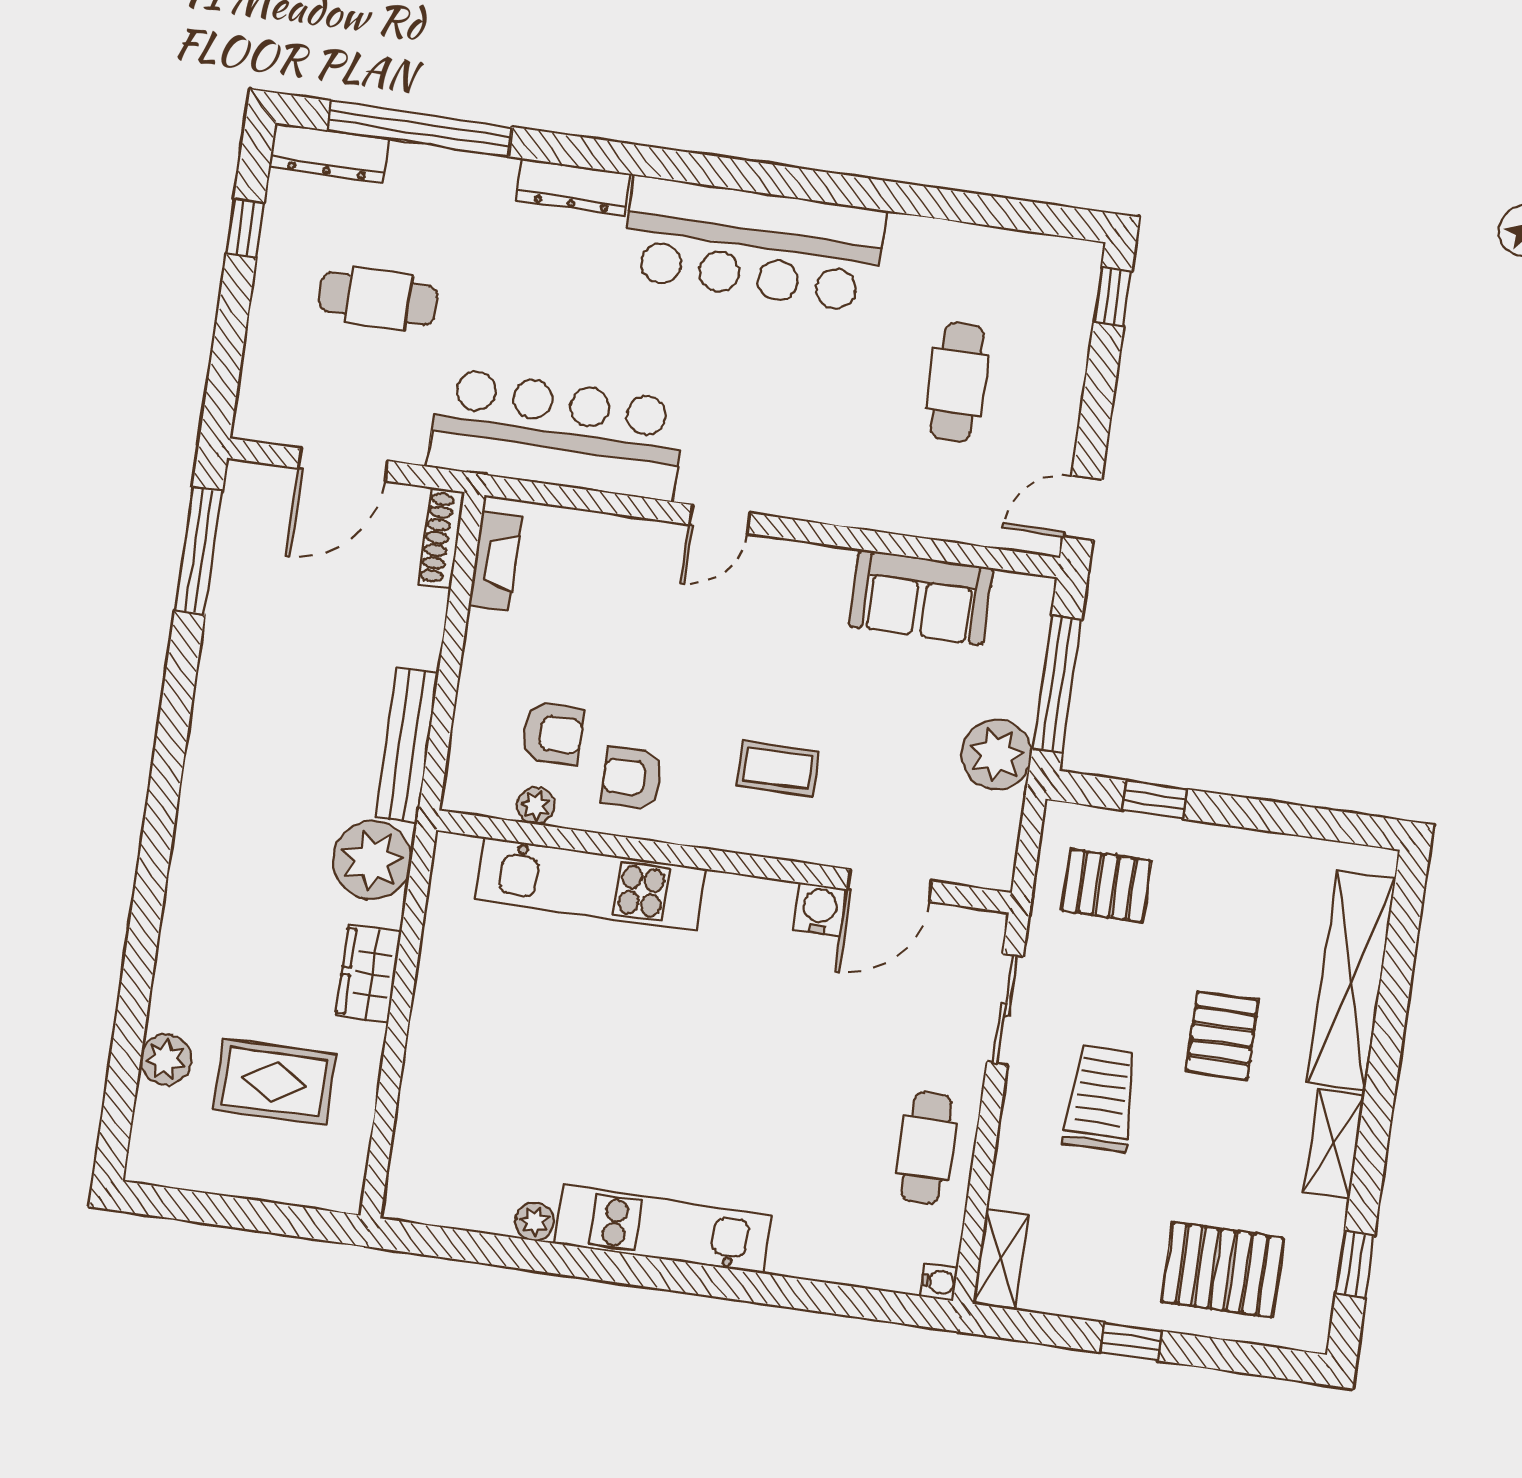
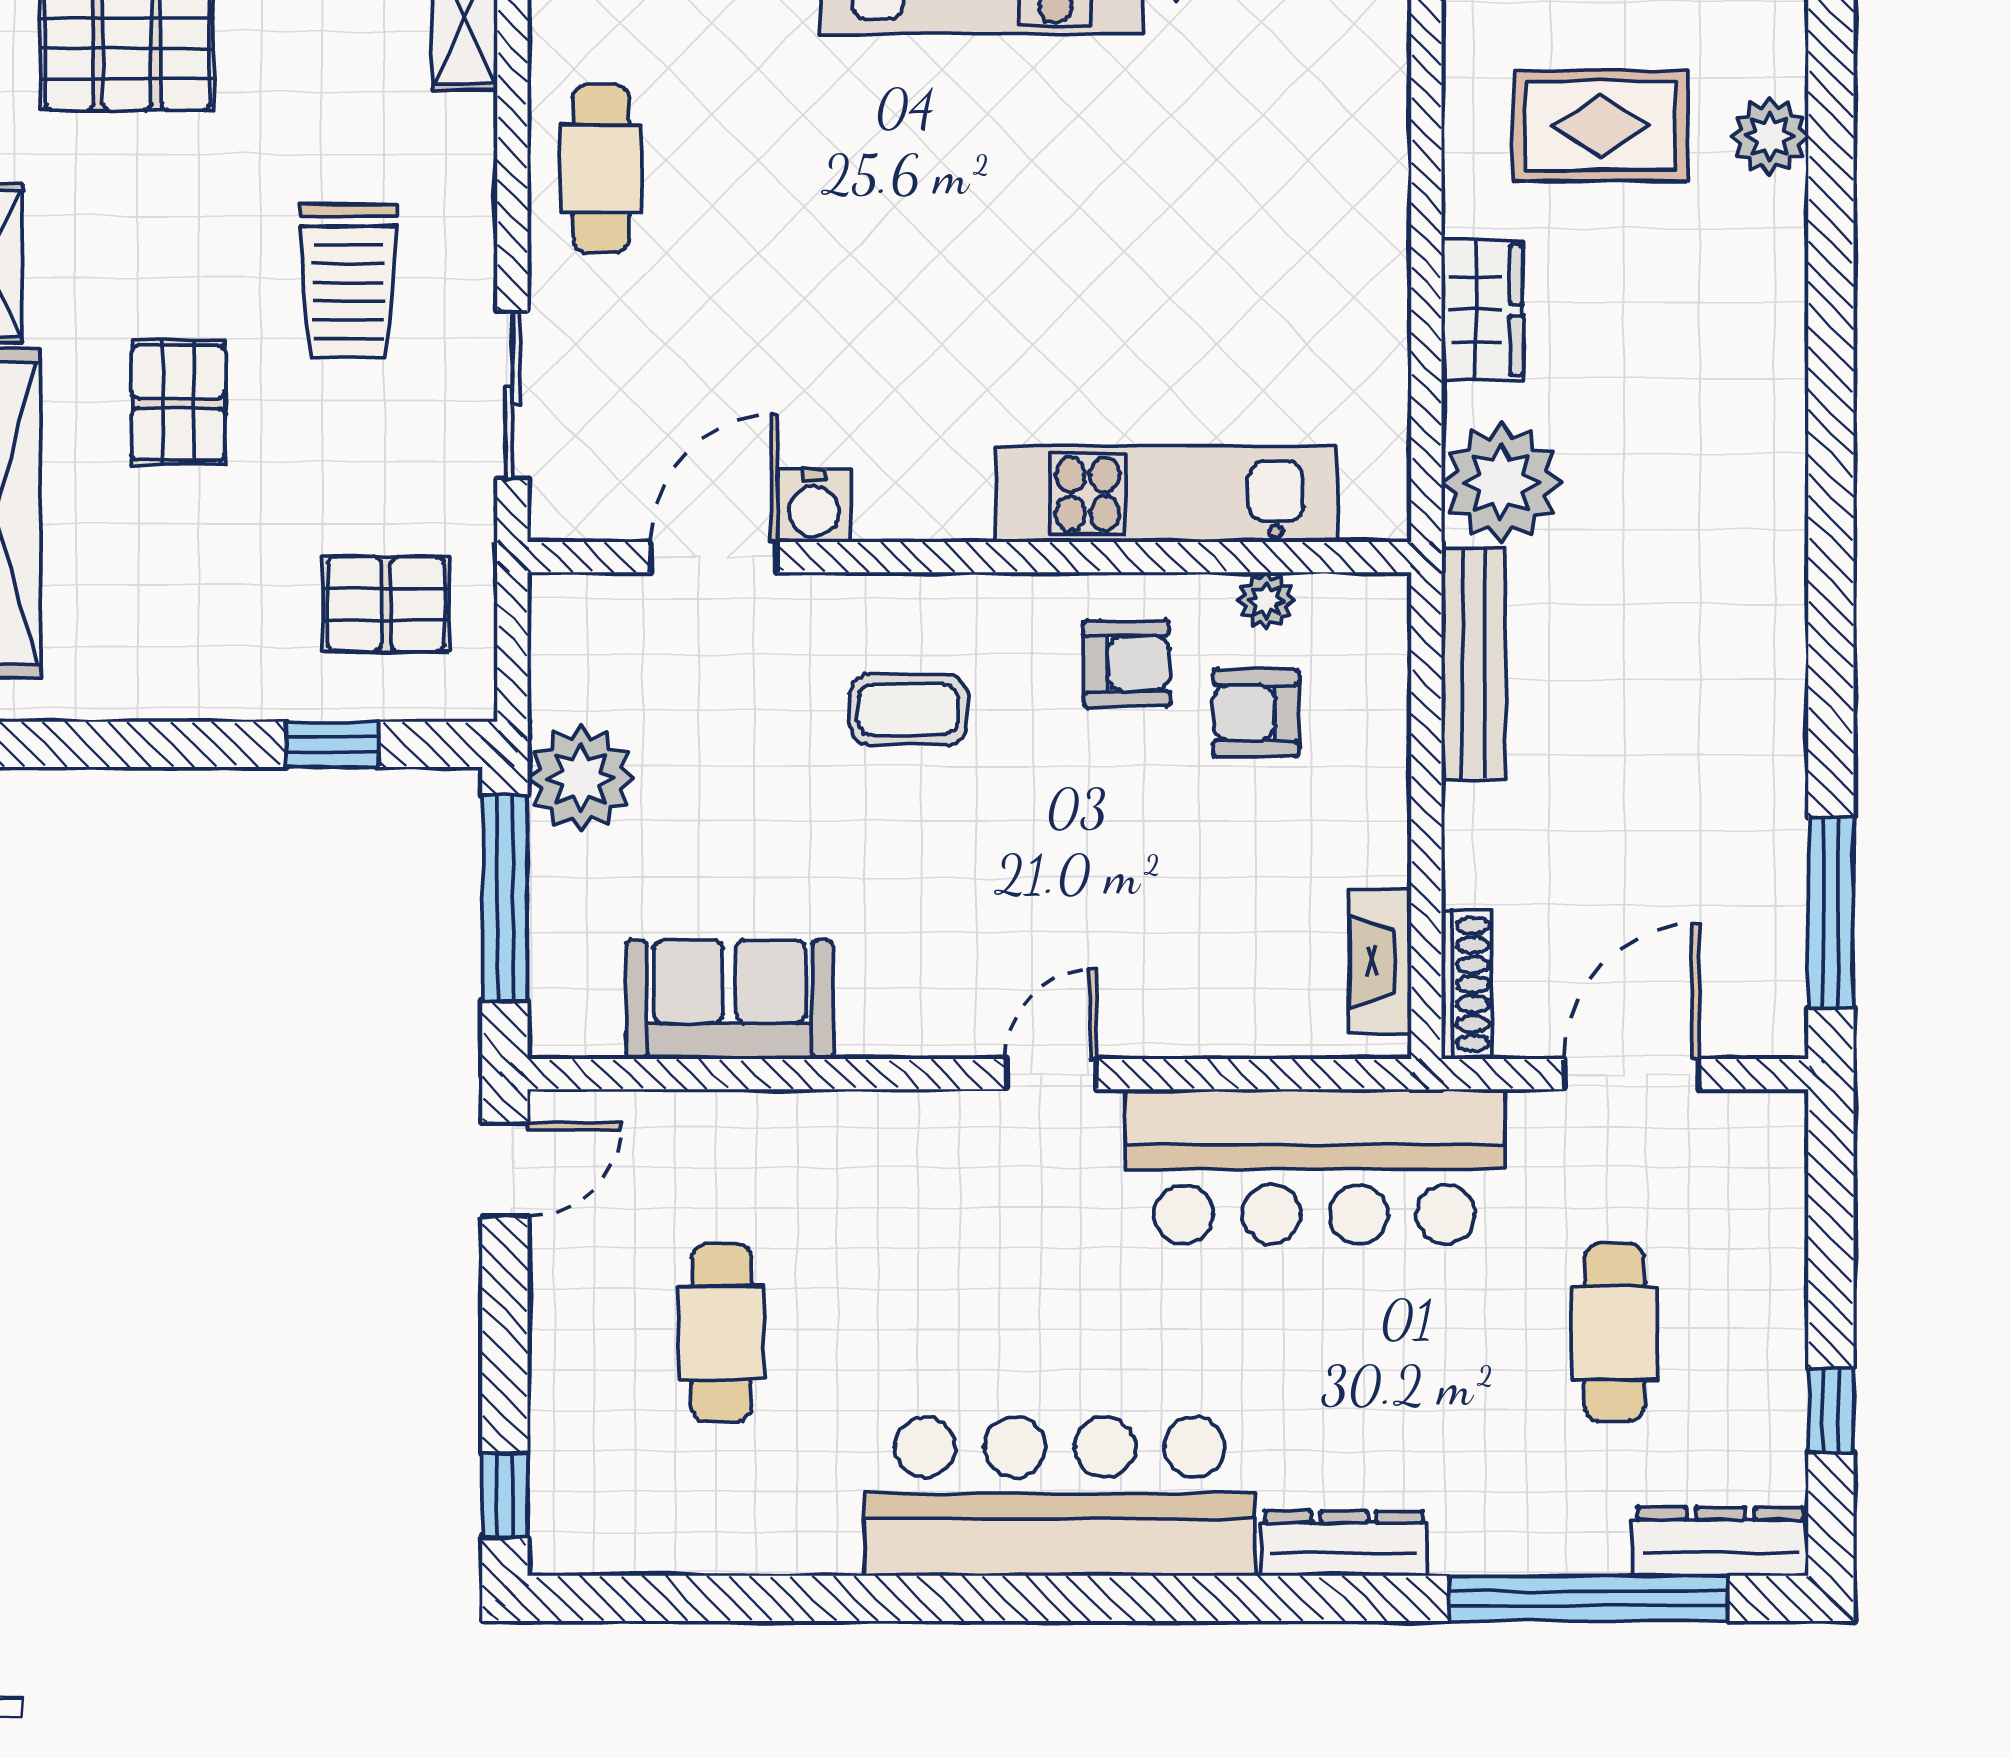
cafe table: (378, 299) -> (1614, 1333), turned 90

